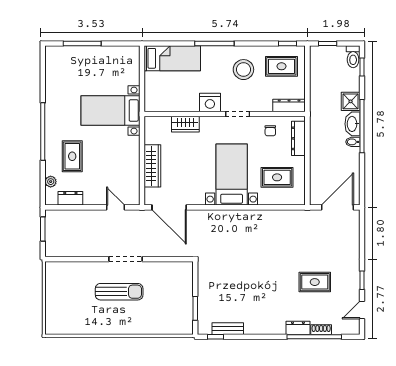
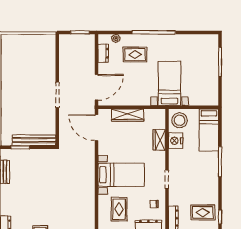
rug: (281, 66) -> (203, 212), turned 90
stool: (243, 70) -> (180, 120), moved
nightstand: (210, 102) -> (176, 141), moved
door: (116, 207) -> (96, 87), width x1.88
door: (169, 207) -> (96, 128), hinge flipped
bench: (186, 290) -> (34, 140), added
sun lounger: (119, 292) -> (33, 90), removed

